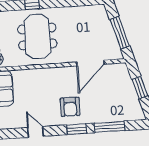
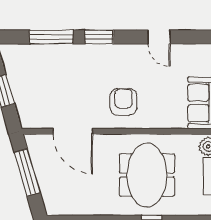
door: (90, 63) -> (73, 131), swing flipped
armchair: (70, 107) -> (123, 102), moved

